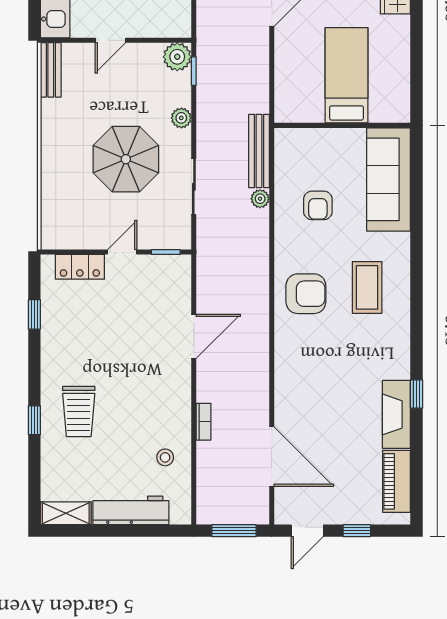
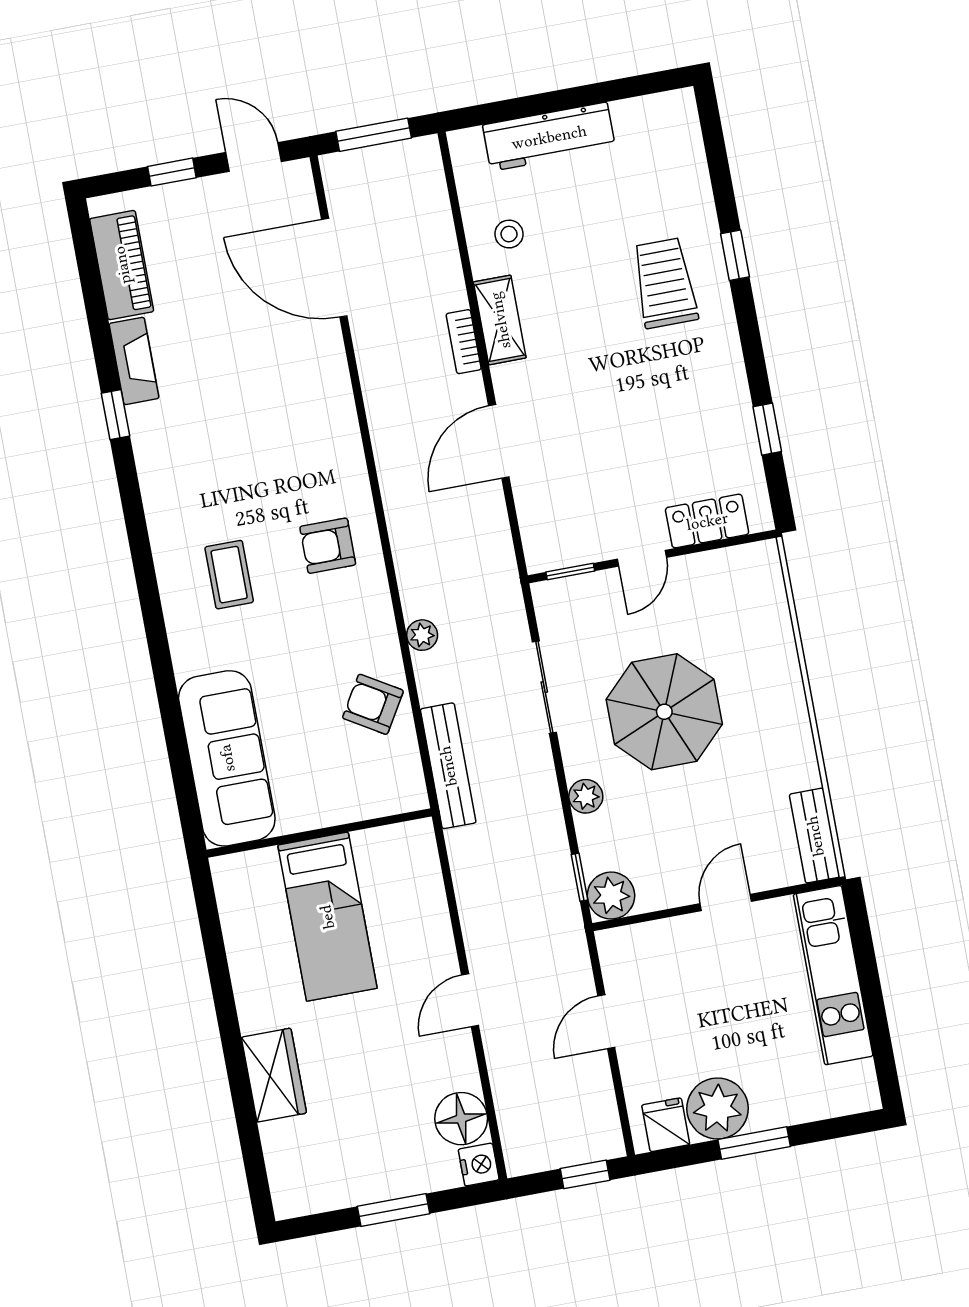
plant: (260, 199) -> (422, 635), moved
armchair: (318, 205) -> (373, 704), moved, turned -59
coffee table: (367, 287) -> (229, 575), width x0.73, depth x0.77
armchair: (306, 294) -> (328, 546), width x0.72, depth x0.72
fireplace: (396, 414) -> (134, 361), width x0.73, depth x0.76
bookcase: (204, 422) -> (464, 342), moved
shelving: (66, 513) -> (500, 320), moved, turned 90
door: (307, 531) -> (254, 157), hinge flipped

